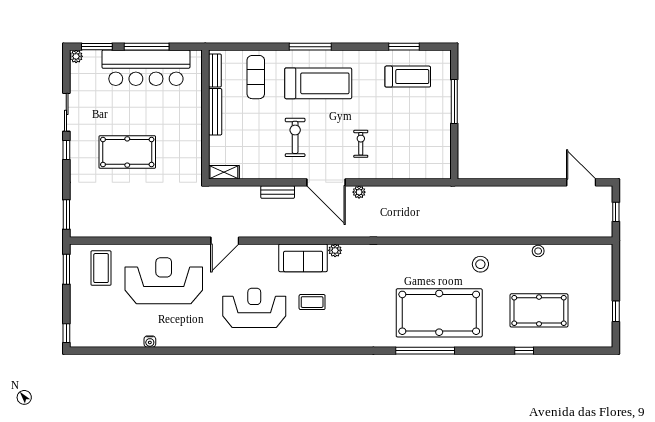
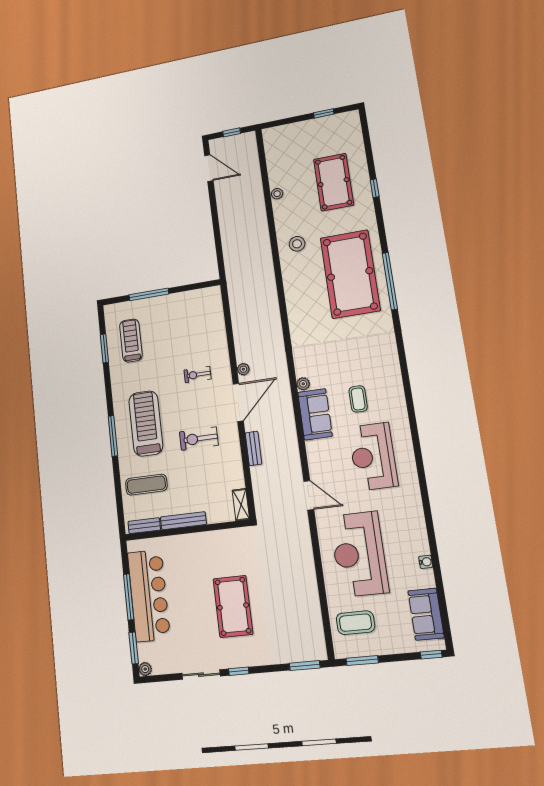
door: (581, 182) -> (209, 168), swing flipped
sofa: (103, 334) -> (426, 614), added

